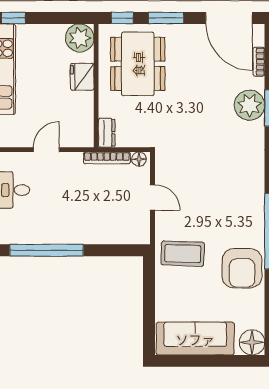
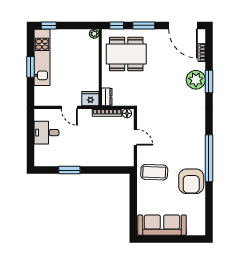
plant: (80, 38) -> (94, 34), width x0.53, depth x0.53
dining table: (138, 64) -> (126, 54), turned 90
fridge: (82, 77) -> (90, 99), moved, turned 90
door: (46, 150) -> (69, 107), swing flipped
window: (46, 250) -> (69, 170), width x0.47
floor lamp: (252, 342) -> (197, 227), removed

